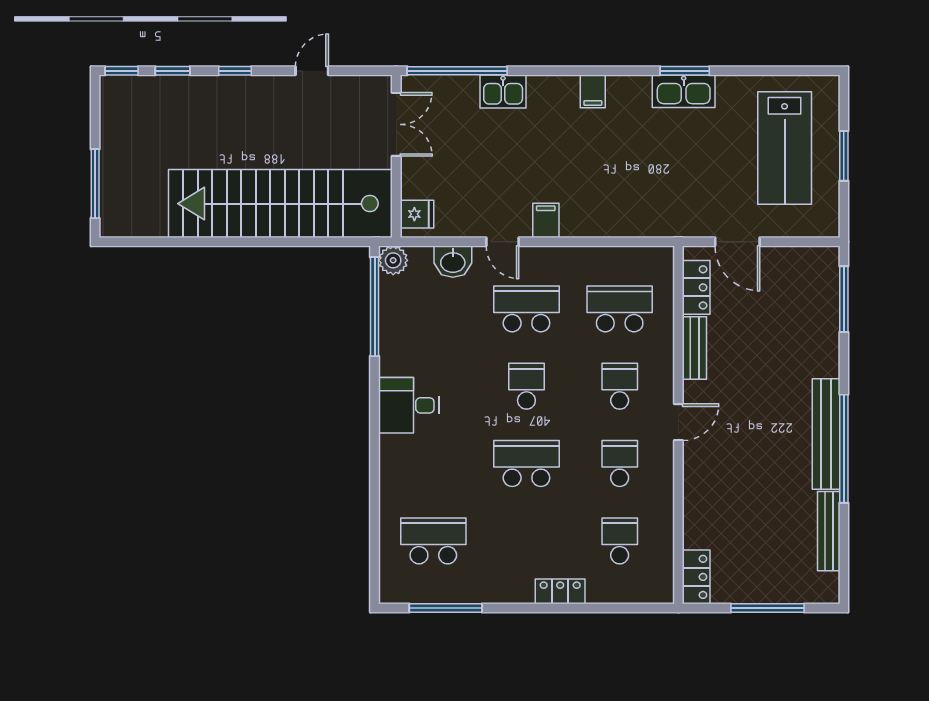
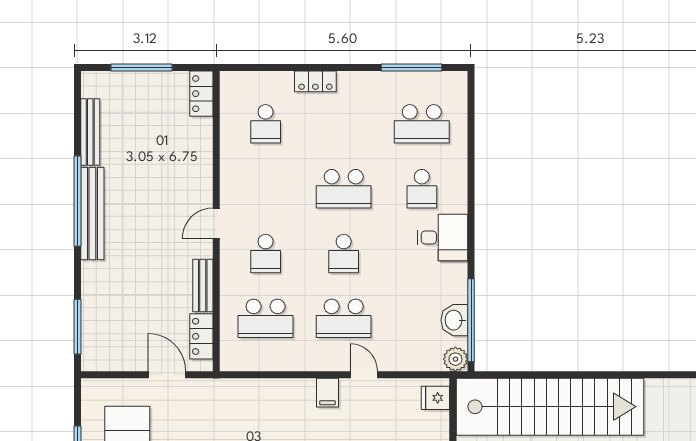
washbasin: (453, 262) -> (454, 320), moved, turned -90
school desk: (620, 464) -> (422, 189), moved

